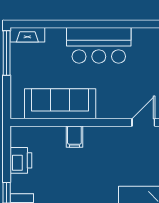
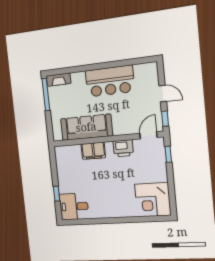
filing cabinet: (74, 137) -> (93, 151), width x2.00
printer: (21, 160) -> (123, 148), moved, turned 90

